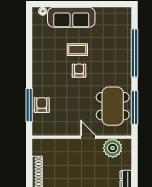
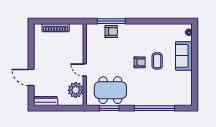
sofa: (71, 17) -> (184, 56), width x0.73
window: (134, 108) -> (109, 108), width x0.69
door: (88, 137) -> (85, 70), swing flipped

